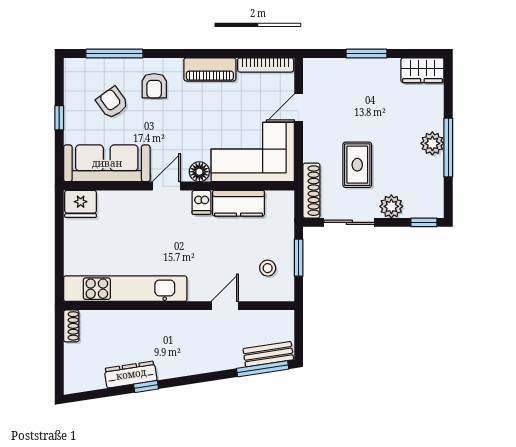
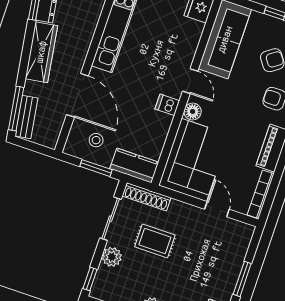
kitchen counter: (238, 203) -> (134, 166), moved, turned 90
door: (225, 306) -> (77, 95), width x1.87
wardrobe: (191, 362) -> (41, 52), added

